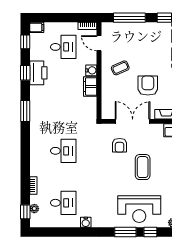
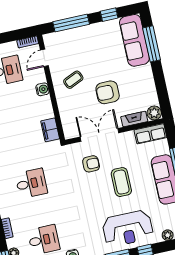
door: (99, 43) -> (44, 58), hinge flipped
filing cabinet: (90, 86) -> (50, 130), moved
armchair: (148, 86) -> (108, 92), turned -90
armchair: (120, 145) -> (91, 164), turned -90

